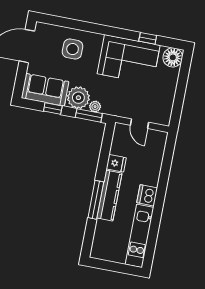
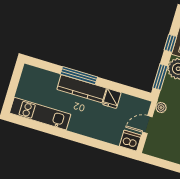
plant: (95, 107) -> (161, 107), moved
dishwasher: (147, 195) -> (130, 141), moved

